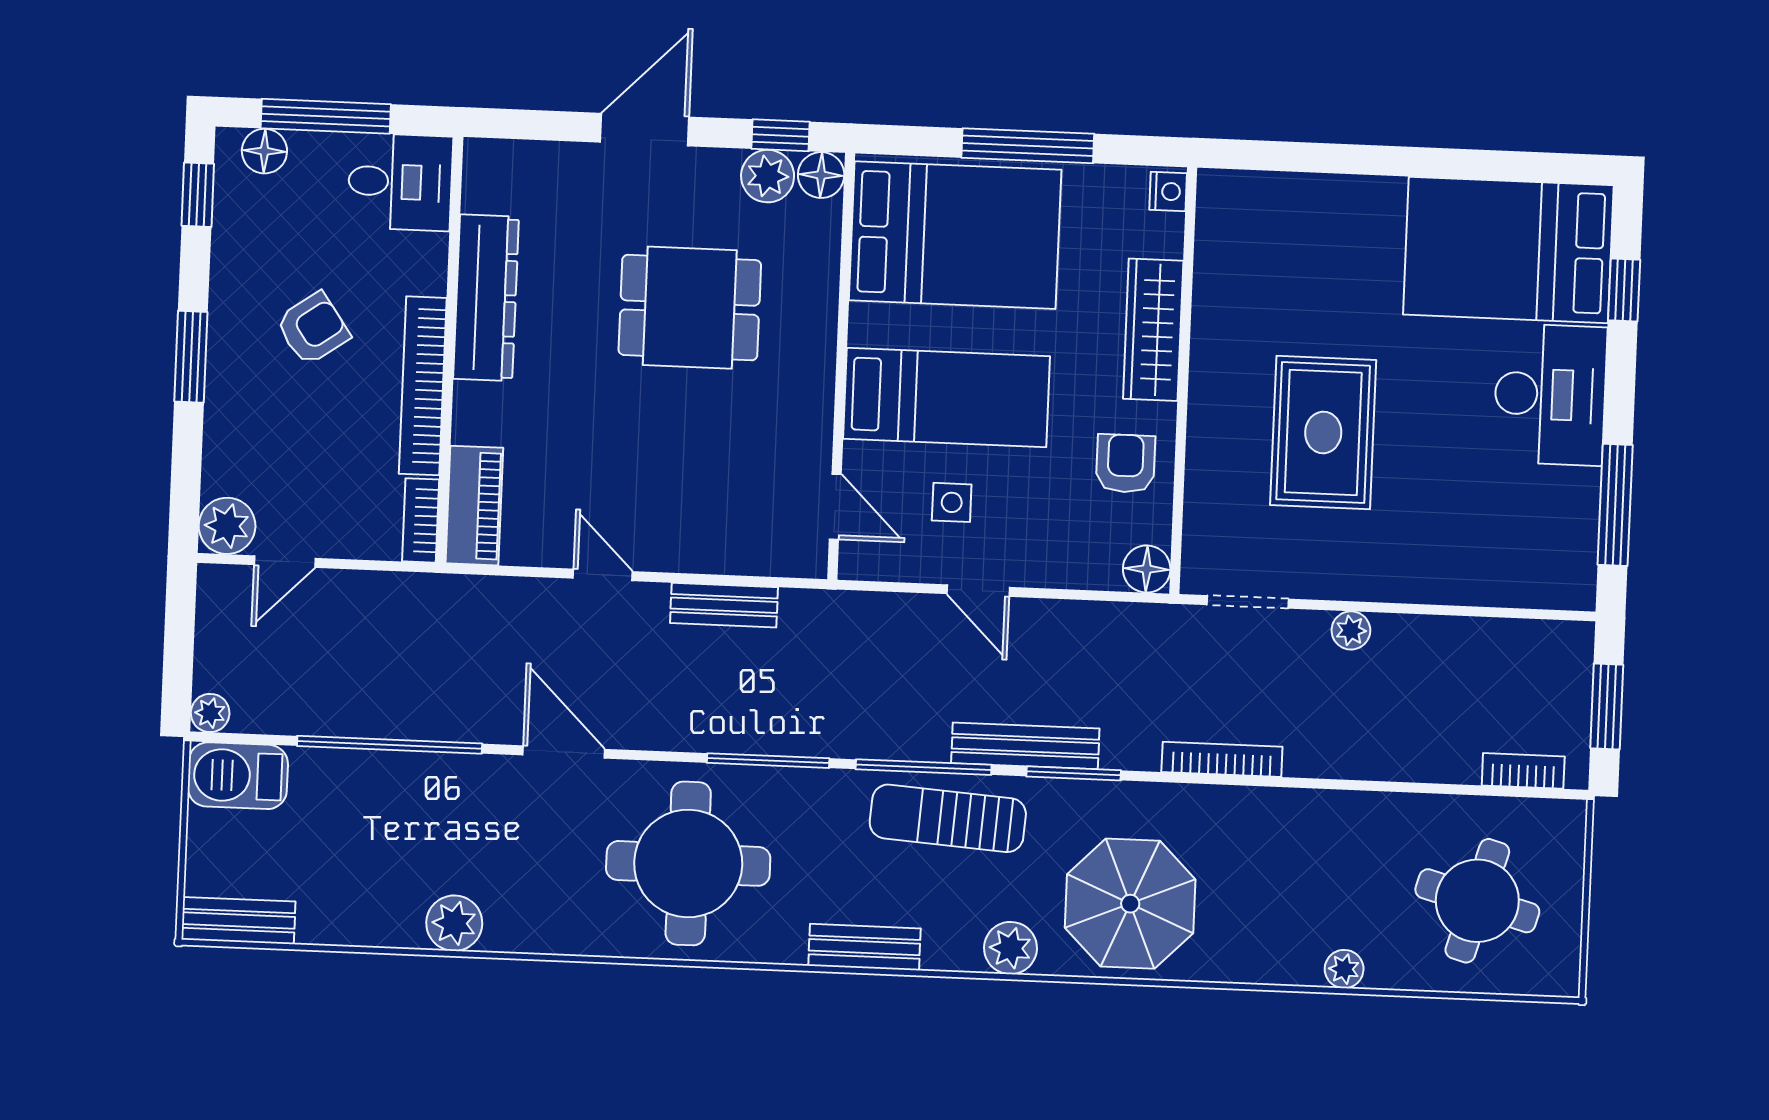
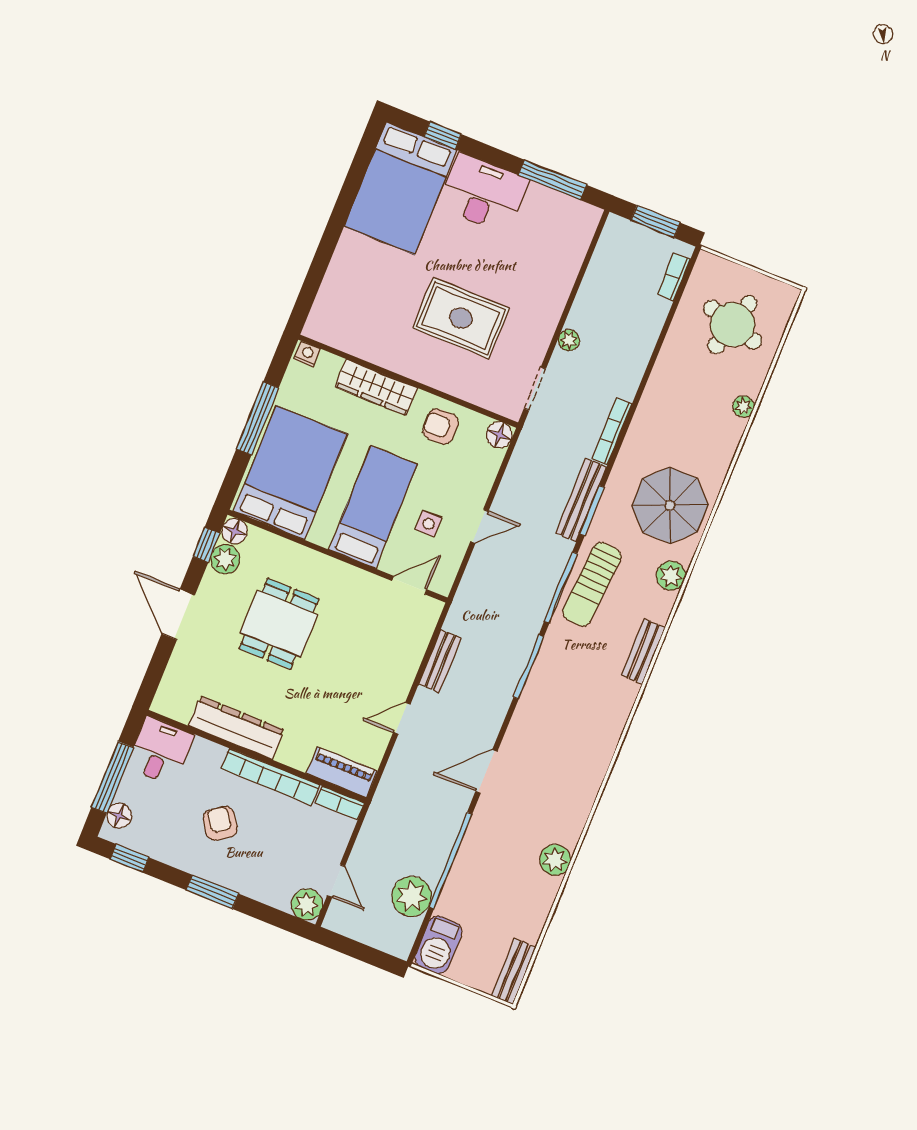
plant: (210, 713) -> (412, 896), moved, width x1.88, depth x1.88
bench: (1025, 746) -> (581, 500), moved
round table: (688, 863) -> (567, 727), removed

